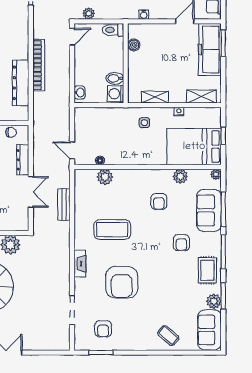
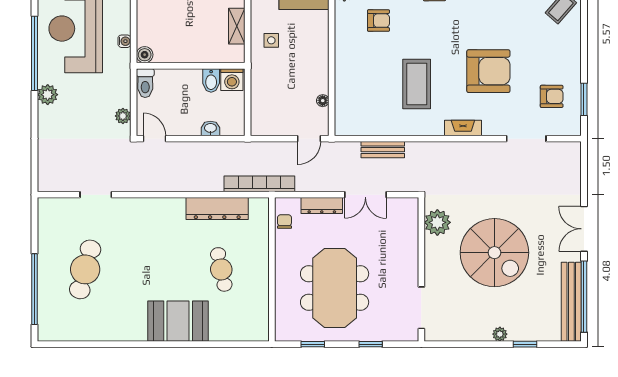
boiler: (134, 45) -> (145, 55), moved
bookcase: (39, 65) -> (259, 184), moved
washbasin: (80, 92) -> (210, 128), moved
plant: (105, 177) -> (345, 94), removed
double door: (31, 192) -> (365, 195), swing flipped

